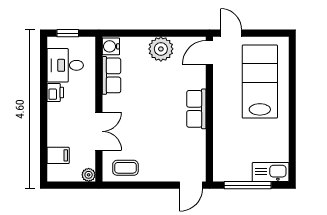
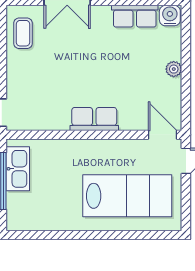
plant: (161, 49) -> (174, 69), width x0.53, depth x0.53
kitchen sink: (271, 172) -> (18, 169), moved

